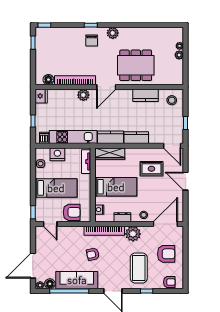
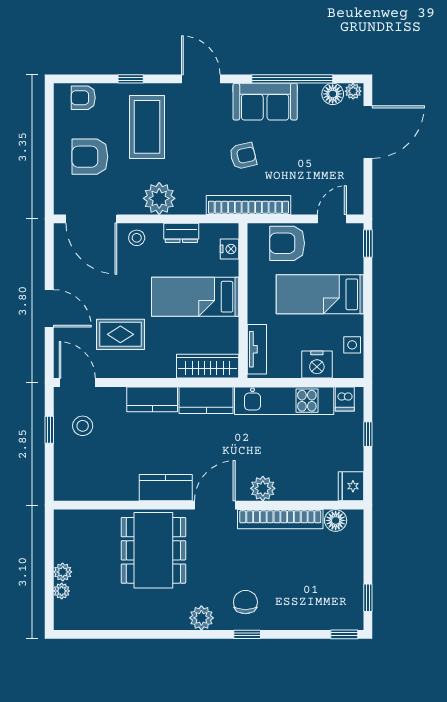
dining table: (136, 65) -> (153, 550), turned 90
kitchen counter: (146, 95) -> (166, 488), moved
stool: (172, 100) -> (83, 426), moved
door: (50, 224) -> (332, 219), hinge flipped
door: (165, 224) -> (91, 219), hinge flipped
bookcase: (104, 231) -> (248, 205), moved
sofa: (77, 280) -> (265, 102), width x0.73

